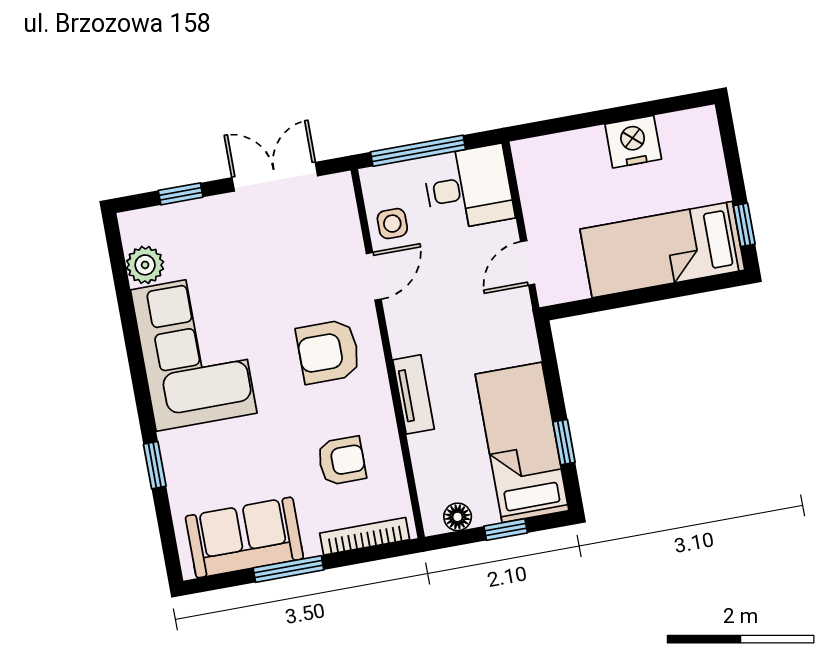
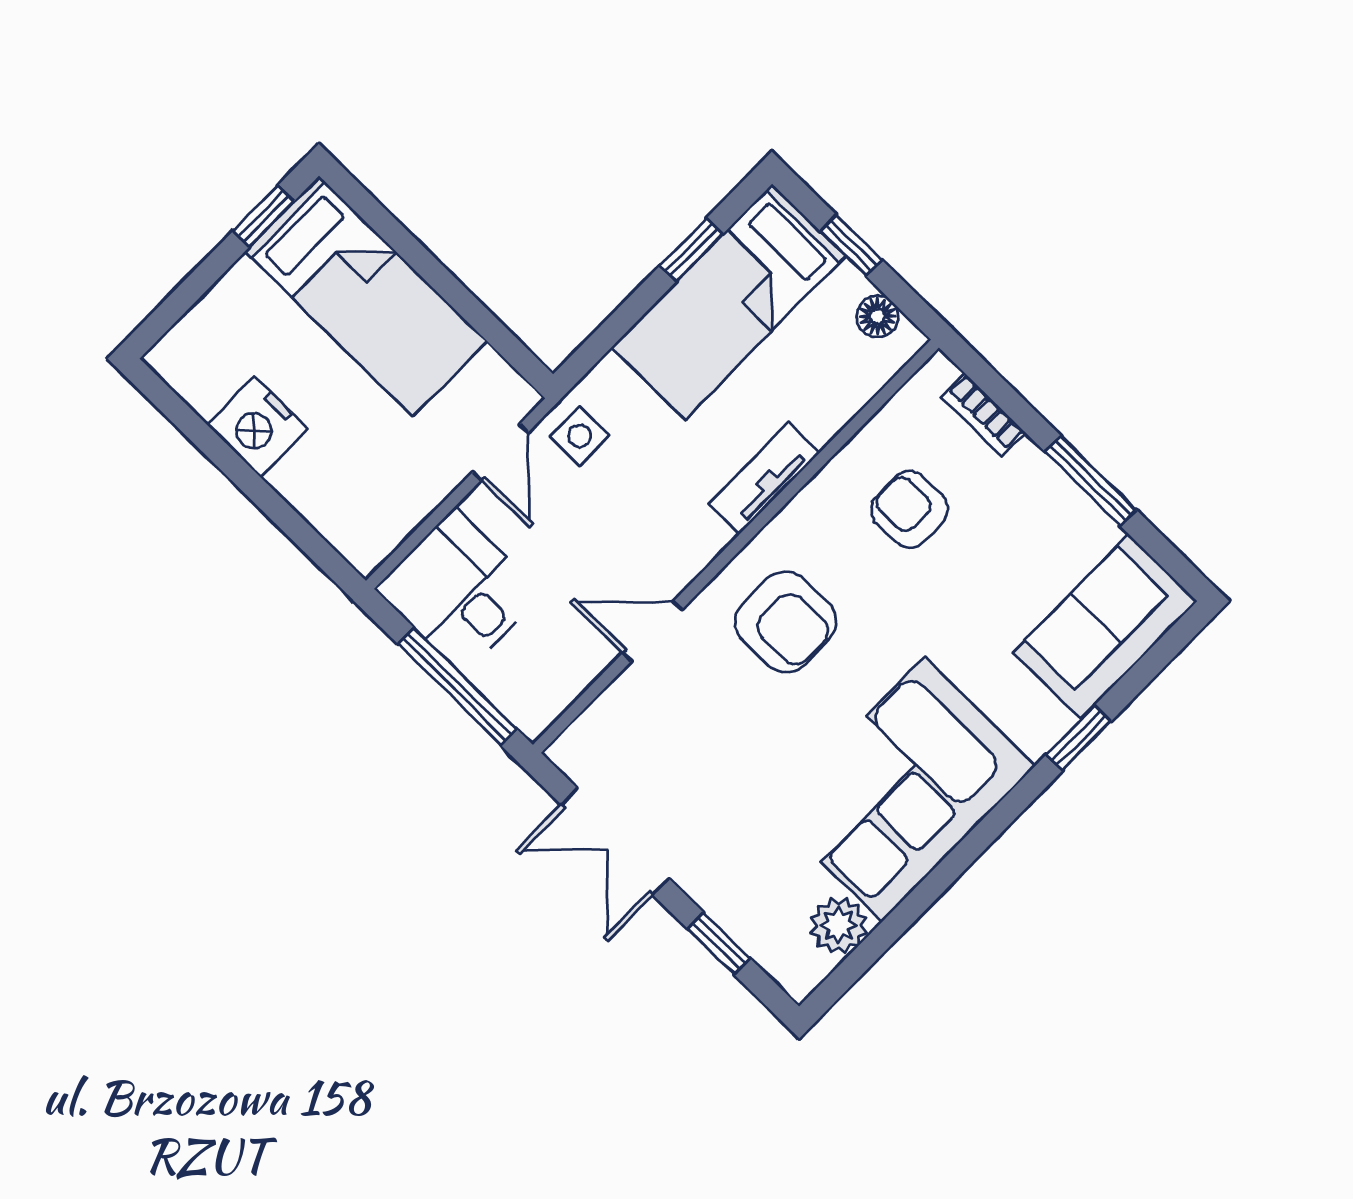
side table: (392, 224) -> (580, 436), moved
door: (528, 263) -> (501, 452), hinge flipped
bookcase: (365, 536) -> (983, 415), width x0.64
sofa: (244, 537) -> (1105, 627), moved, turned 90

